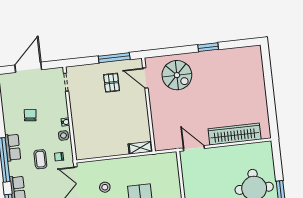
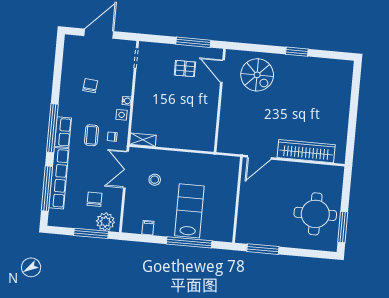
pallet: (112, 83) -> (185, 69), turned 90
row of seats: (13, 147) -> (63, 132), moved
shelving: (140, 148) -> (143, 140), moved
door: (194, 148) -> (259, 157), swing flipped

